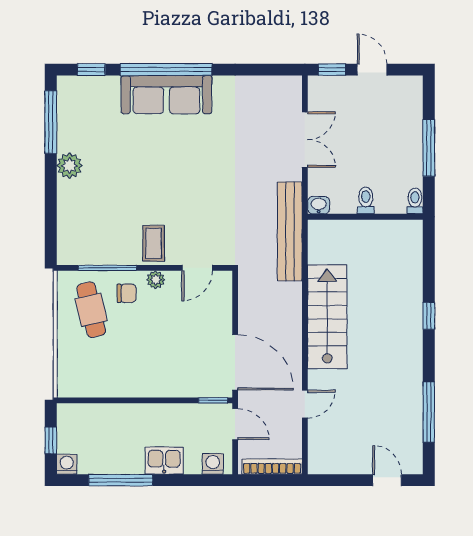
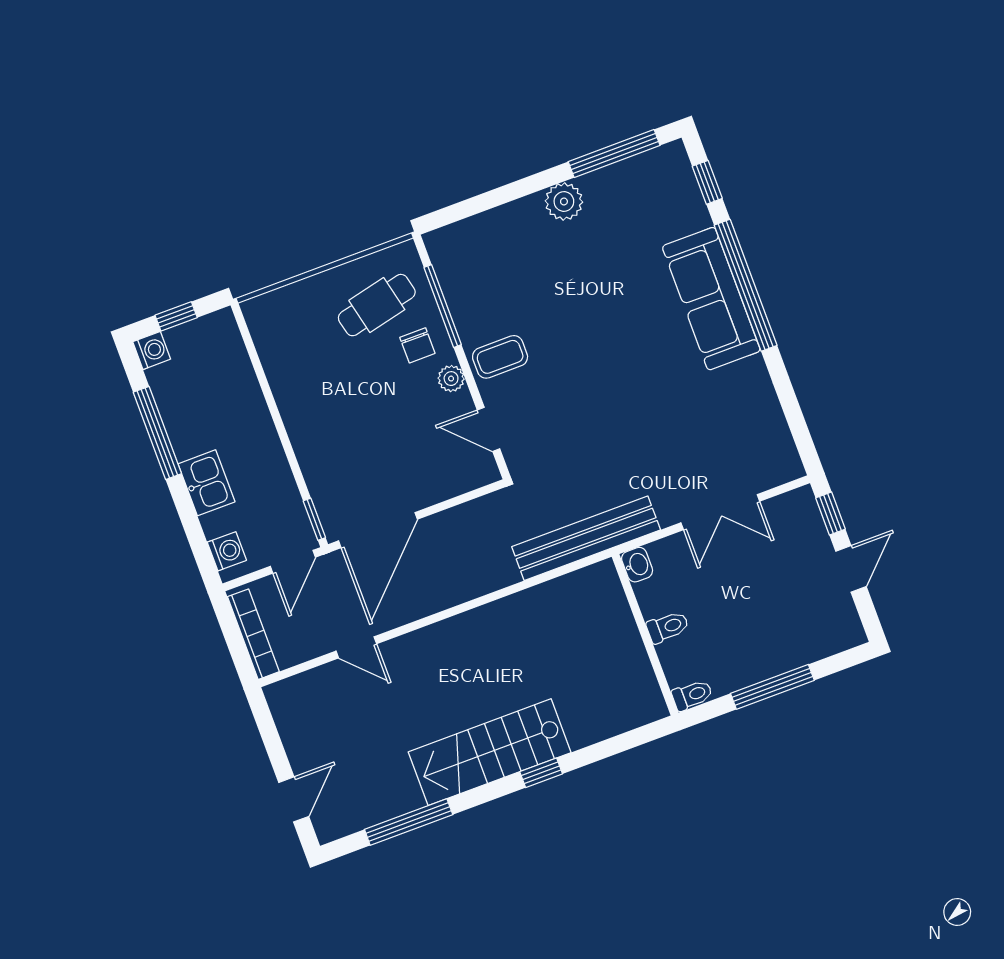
stairs: (327, 317) -> (490, 752), moved, turned 180

